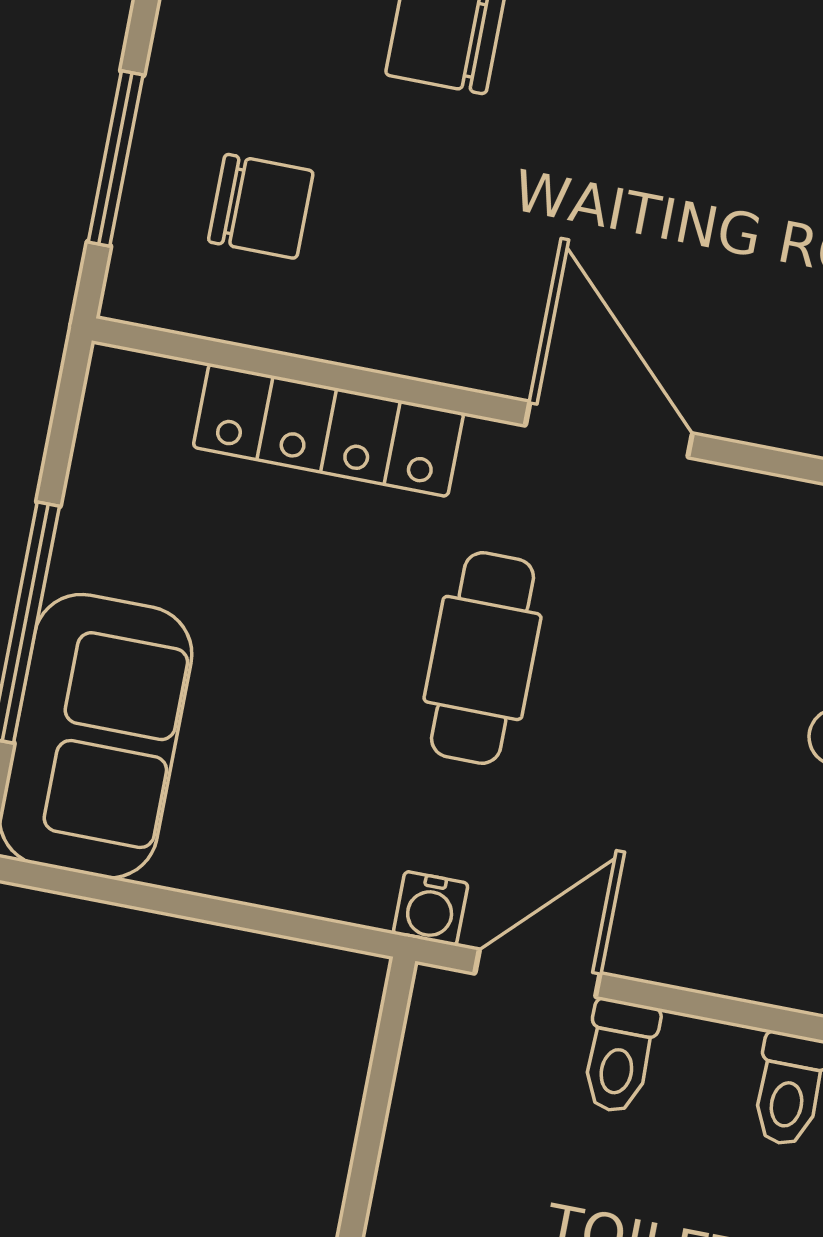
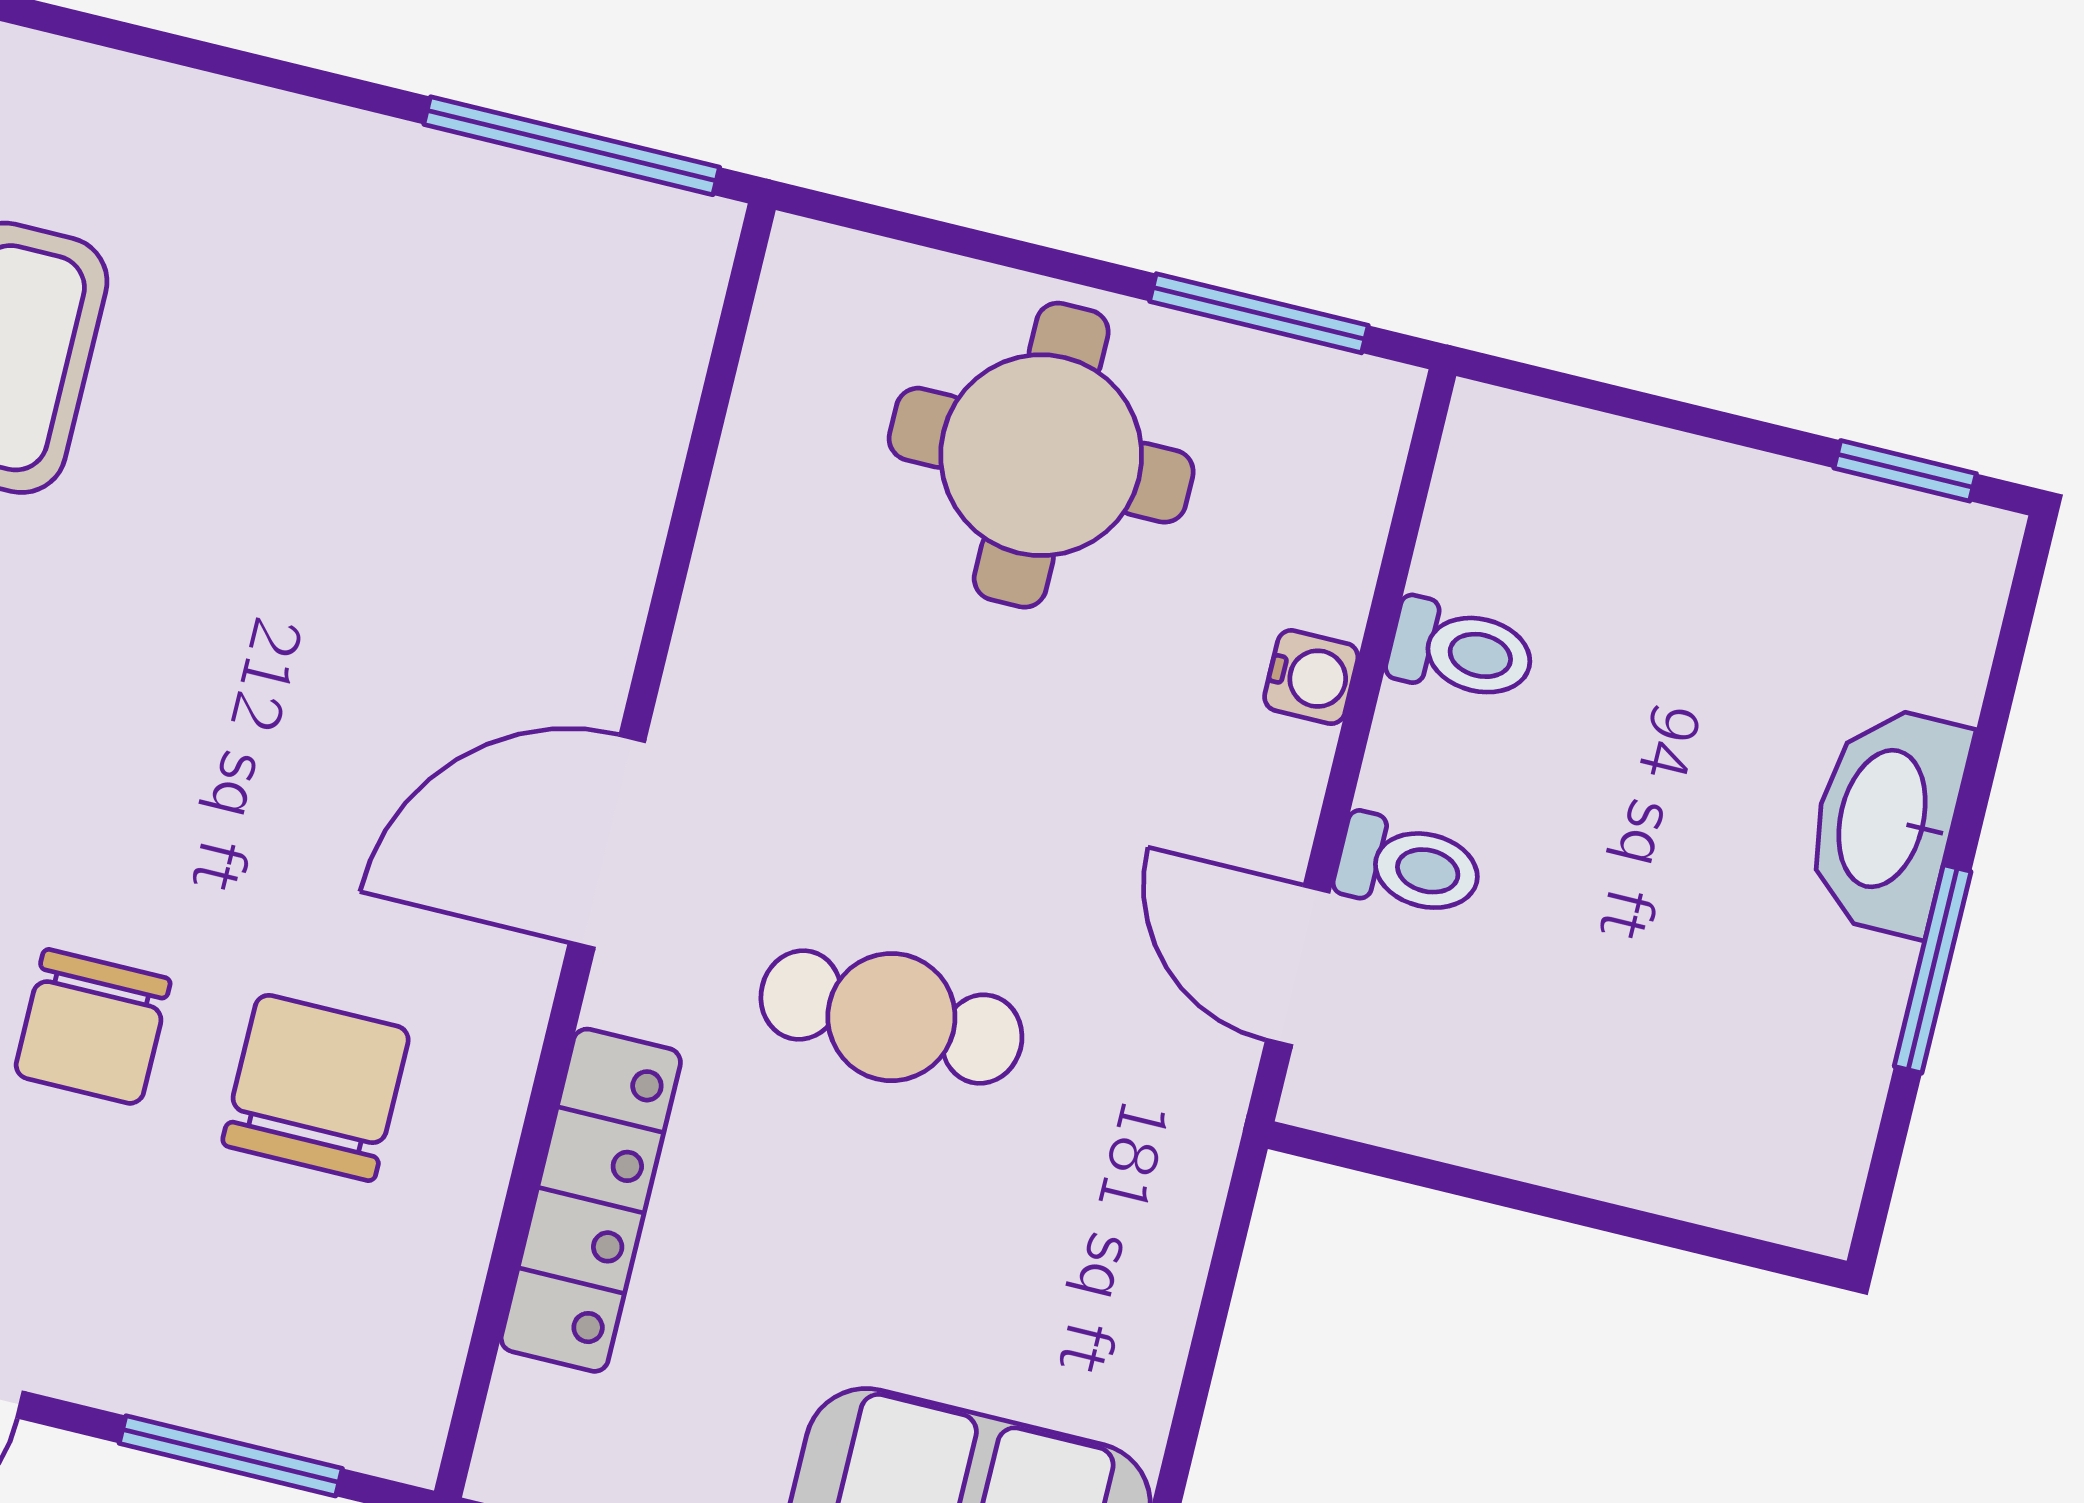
chair: (261, 206) -> (316, 1087), moved, width x1.37, depth x1.37
water cooler: (431, 908) -> (1311, 677), moved

